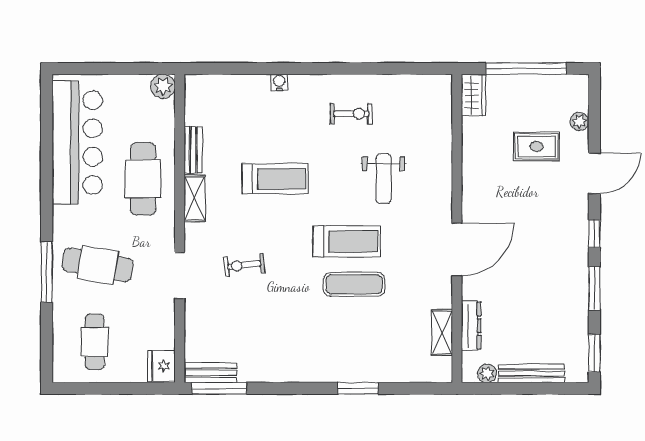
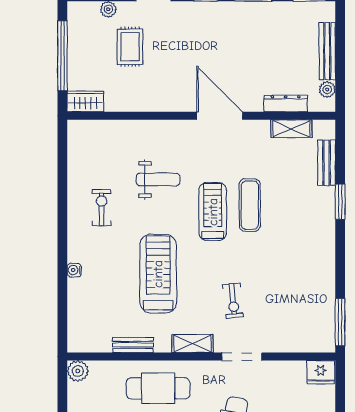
treadmill: (275, 179) -> (158, 274), width x1.37, depth x1.38
shelving: (195, 198) -> (192, 344), moved
bench: (210, 373) -> (327, 163), moved

